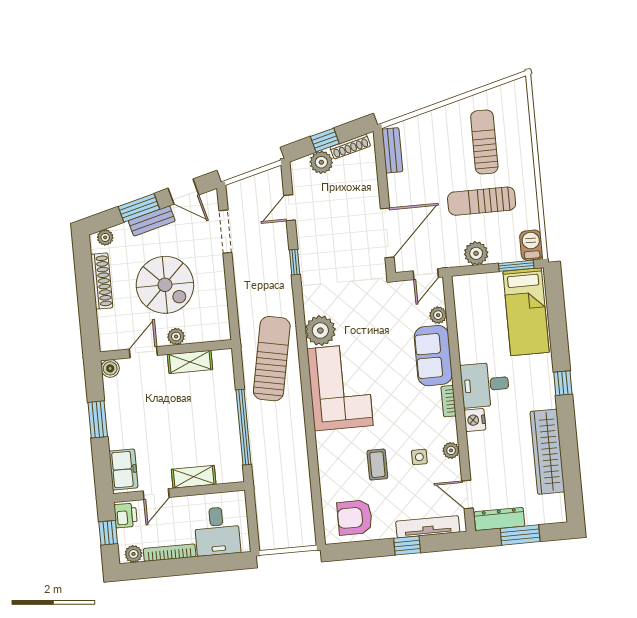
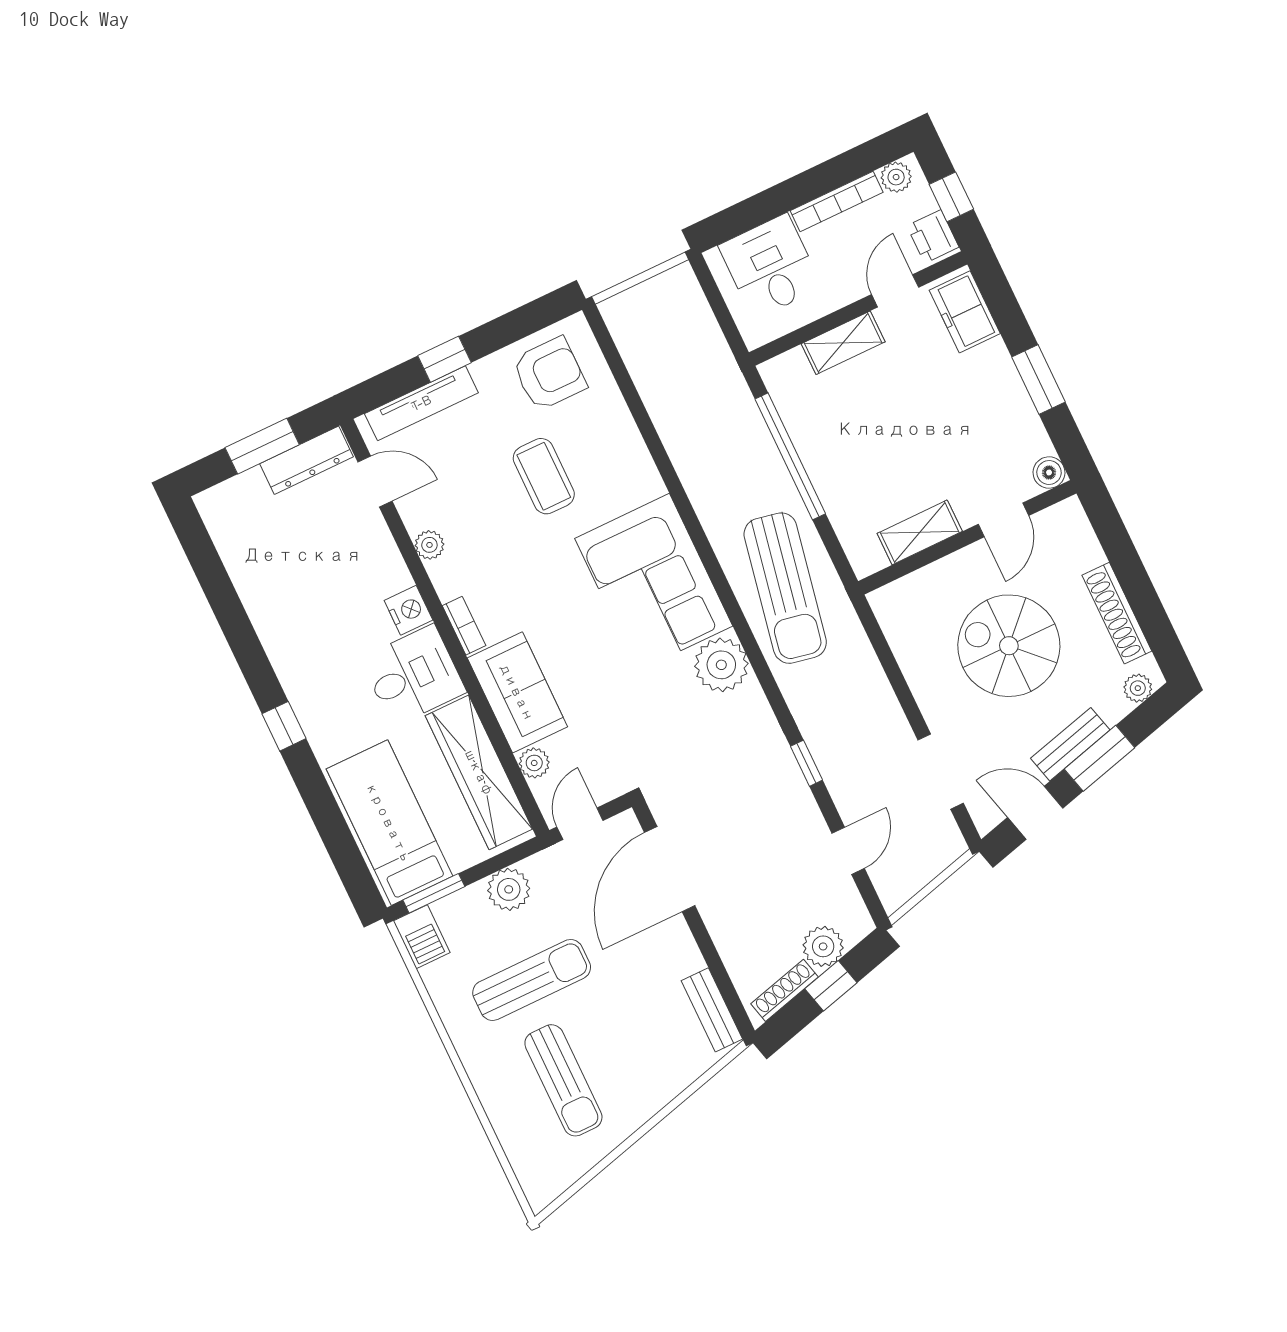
plant: (176, 337) -> (959, 566), removed
wardrobe: (547, 452) -> (479, 772), moved, turned 180
side table: (419, 457) -> (478, 514), removed
coffee table: (377, 465) -> (544, 476), width x1.36, depth x1.30

